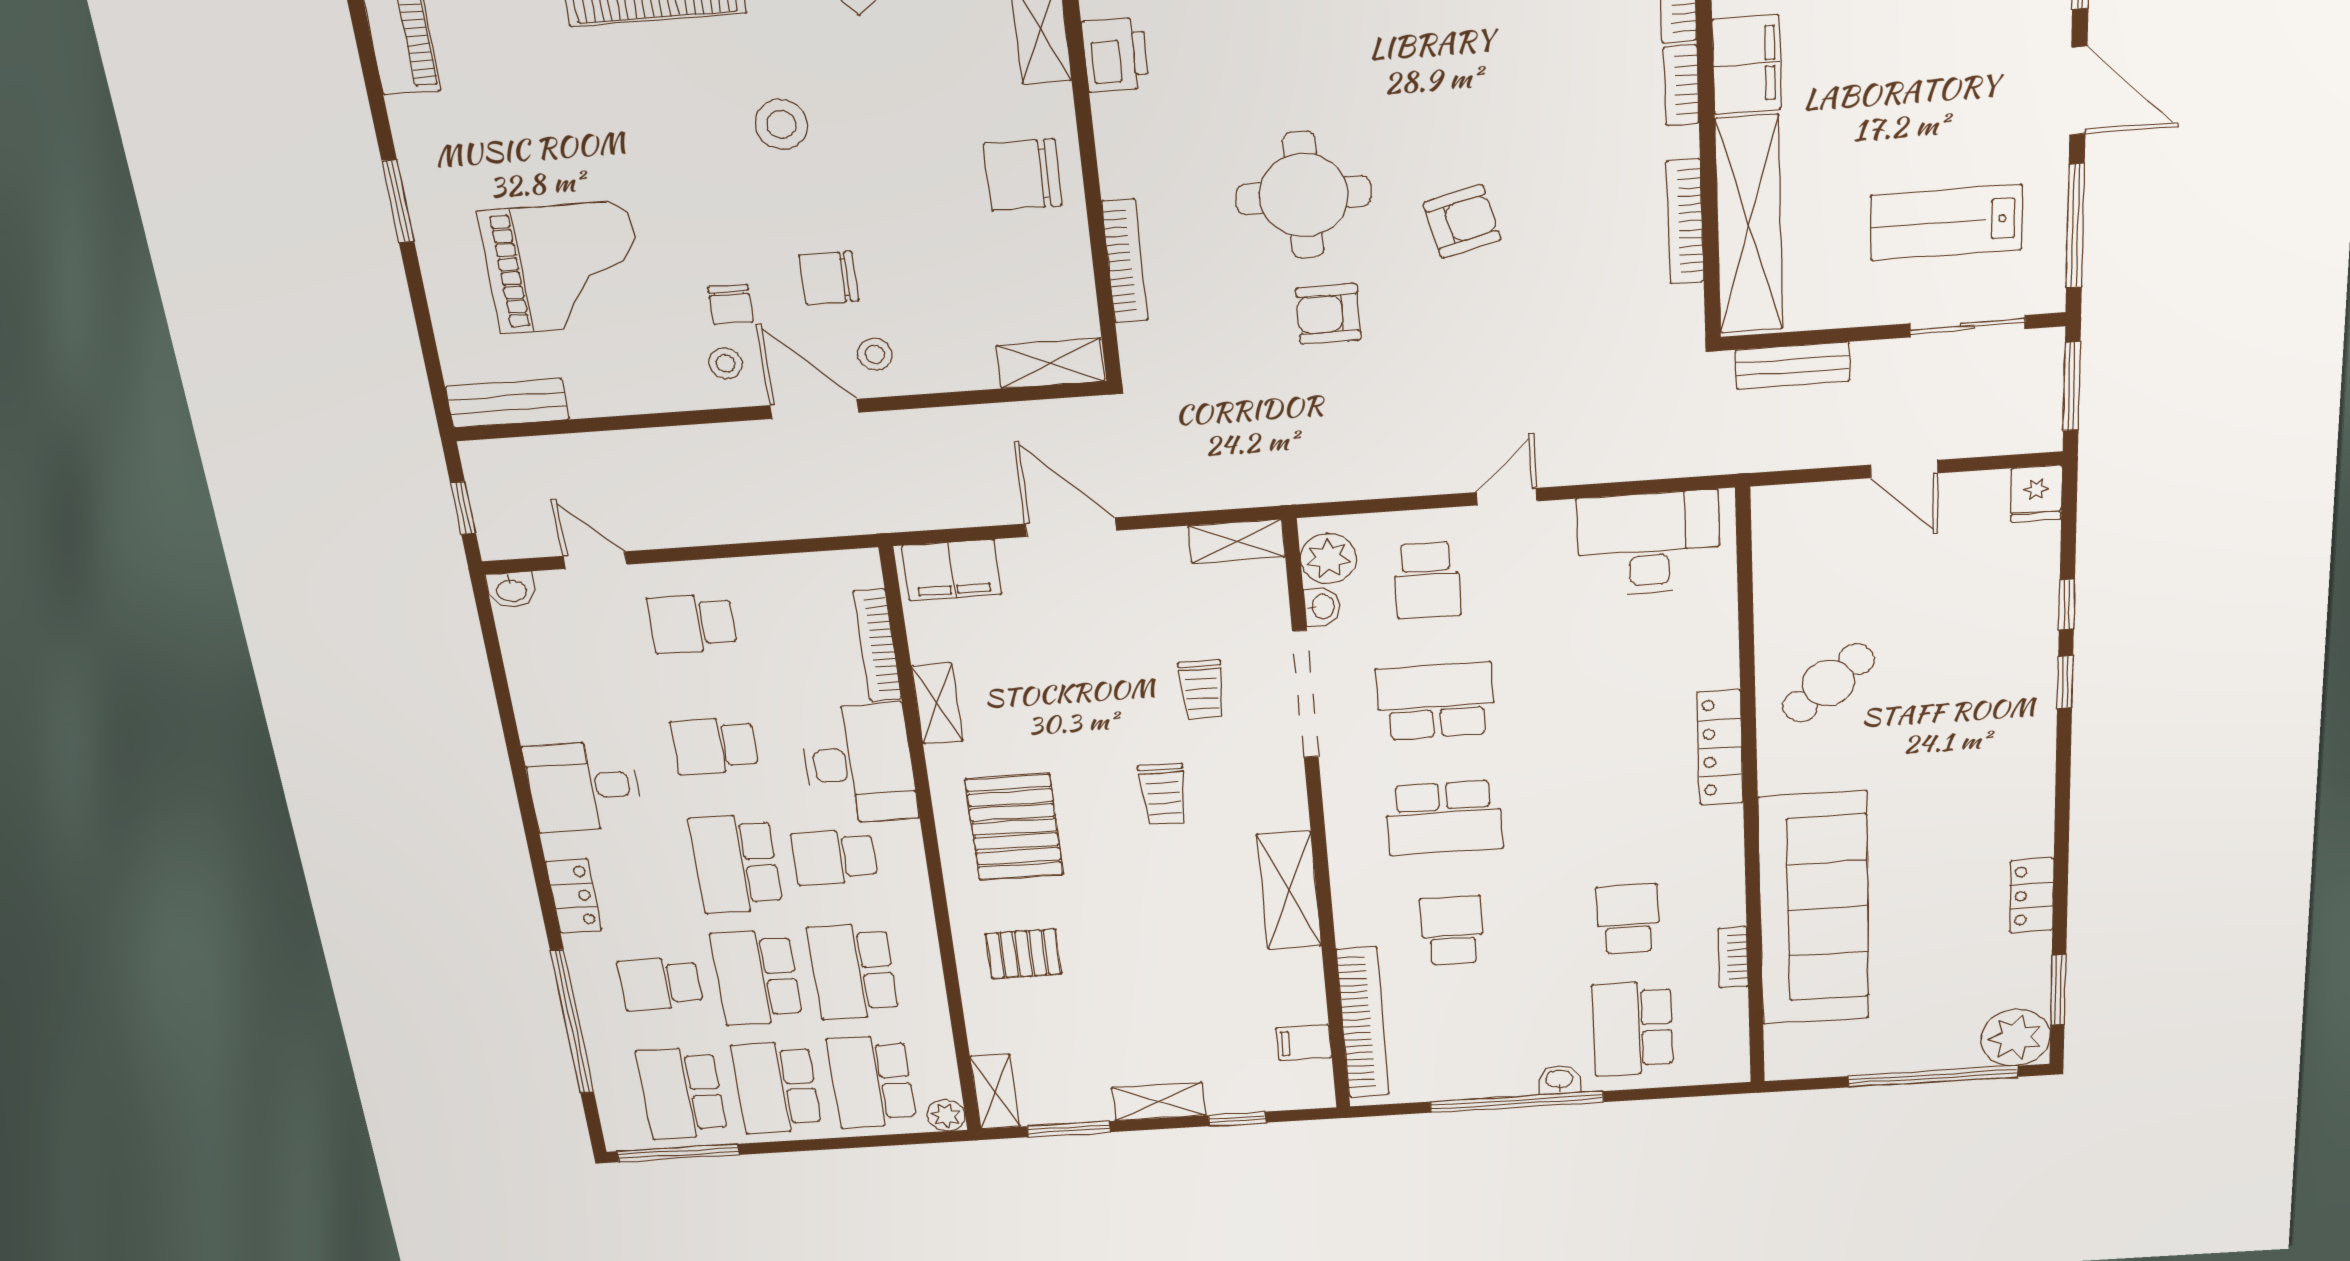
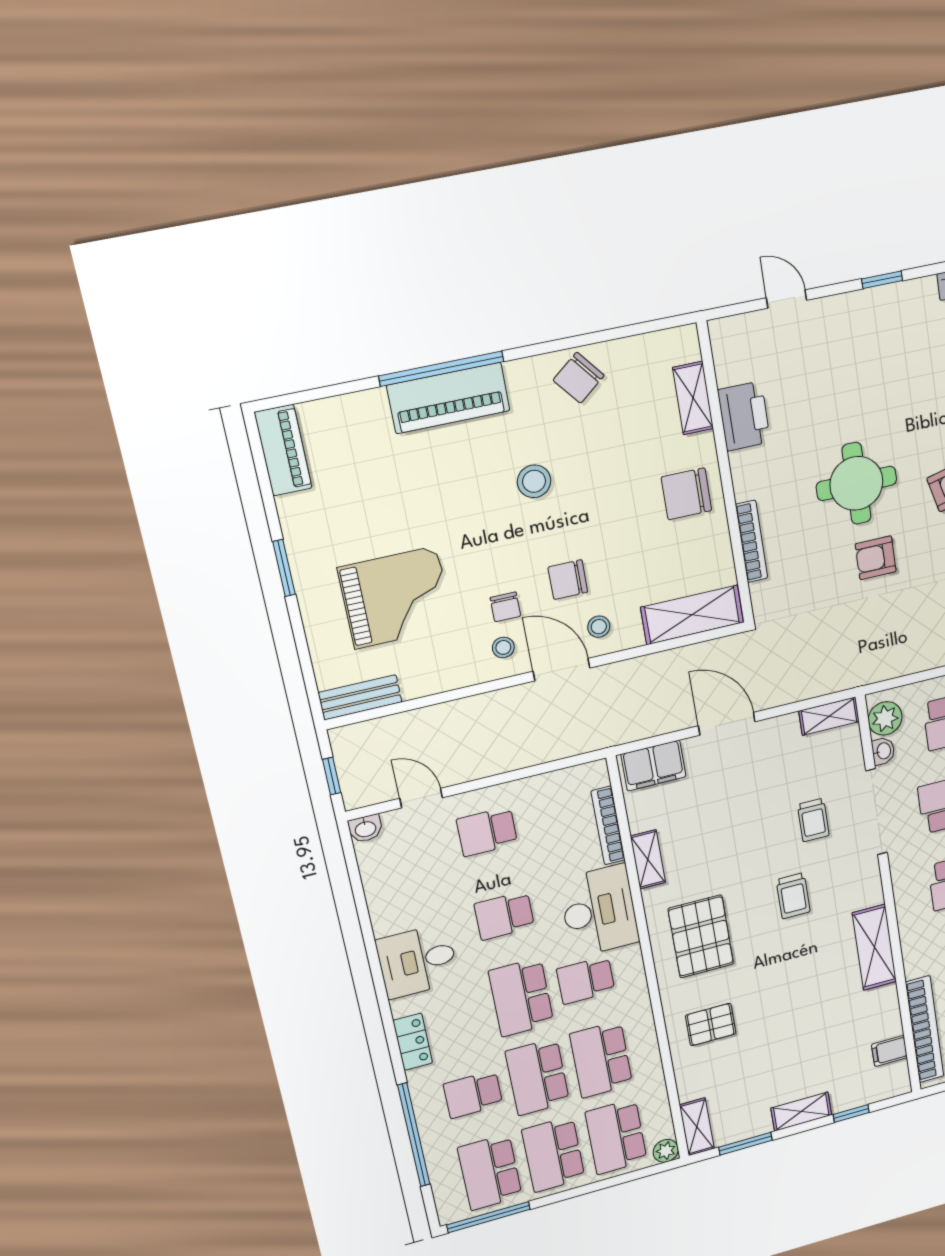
printer: (1115, 55) -> (744, 416), width x1.37, depth x1.19
shelving: (1050, 363) -> (692, 615), width x1.50, depth x1.33

